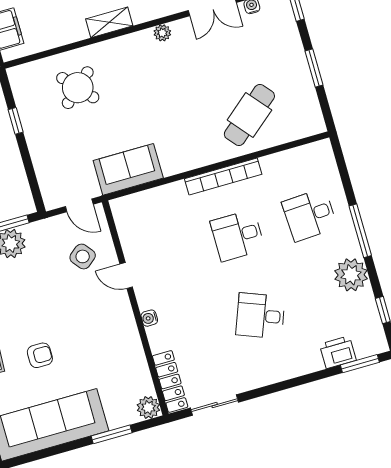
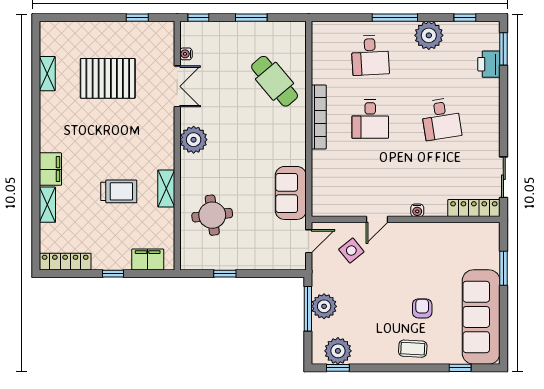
shelving: (109, 22) -> (166, 188), moved
plant: (162, 33) -> (194, 140), width x1.88, depth x1.88
round table: (78, 88) -> (212, 215), turned 35
desk: (260, 316) -> (441, 119), turned -30
plant: (148, 407) -> (490, 232), removed

